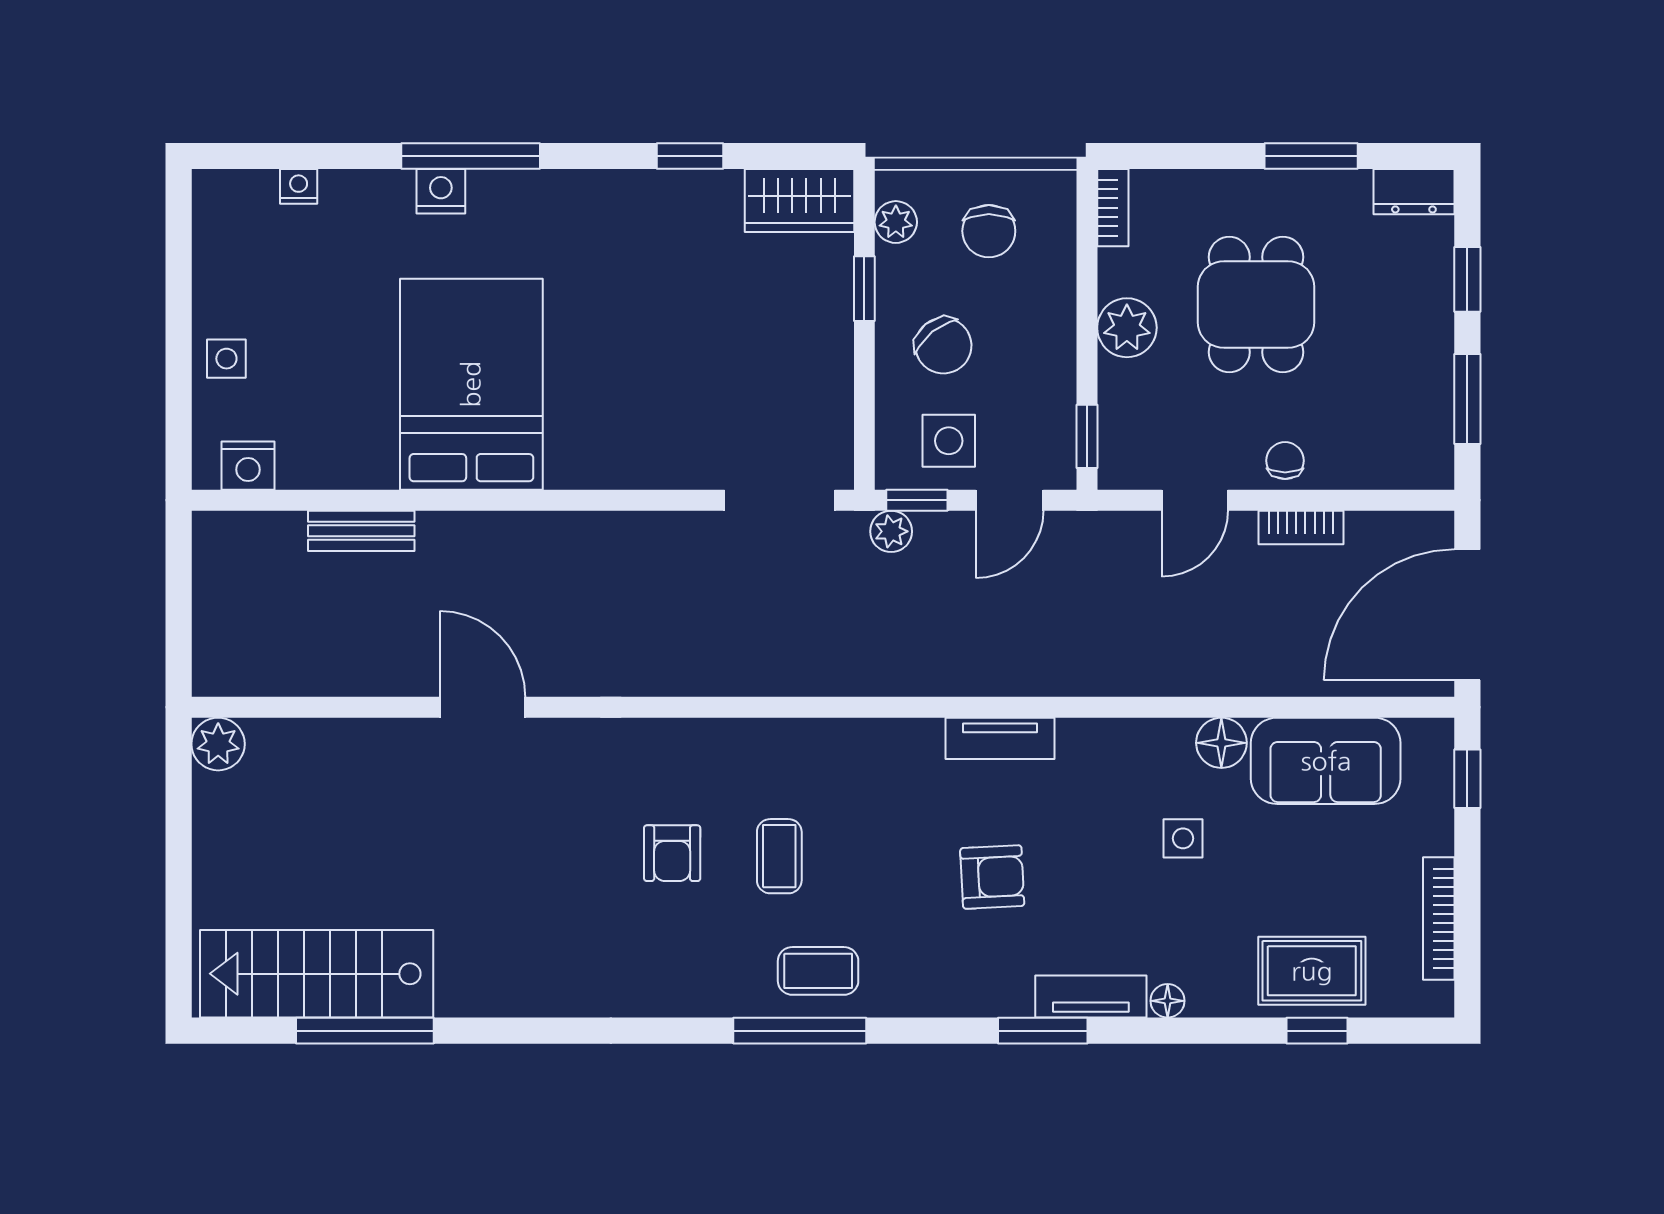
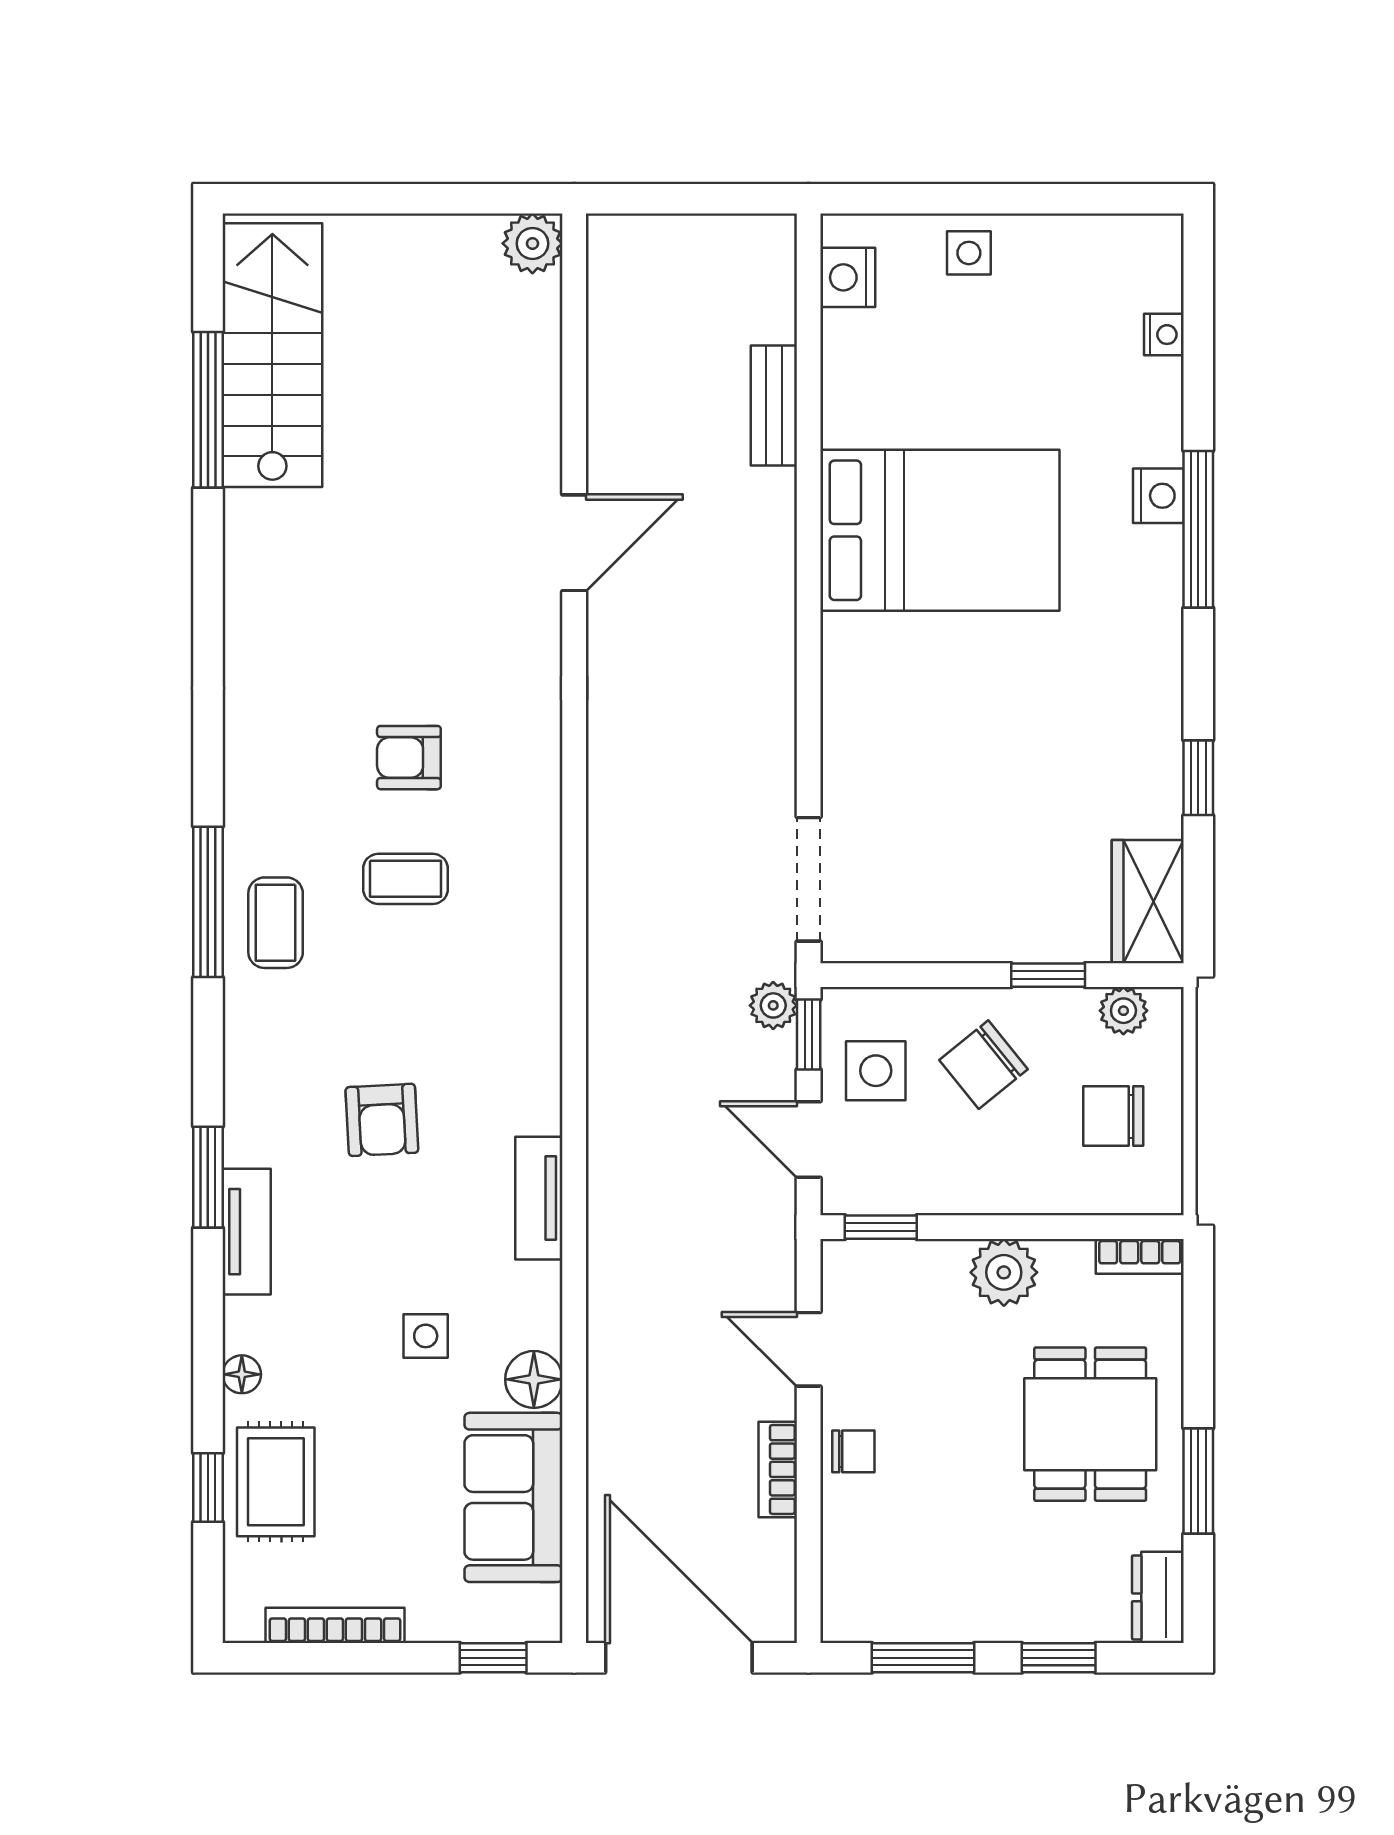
dining table: (1256, 305) -> (1090, 1424), moved, turned 90
tv unit: (1000, 738) -> (539, 1198), moved
floor lamp: (1168, 1001) -> (242, 1374), moved

